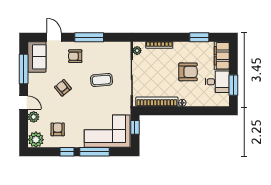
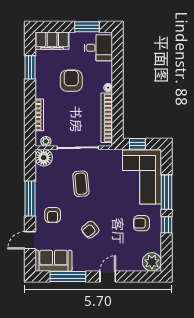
floor lamp: (123, 49) -> (44, 158), added
desk: (217, 82) -> (98, 48), moved, turned 90
plant: (34, 117) -> (125, 265), removed
armchair: (58, 129) -> (141, 223), moved

